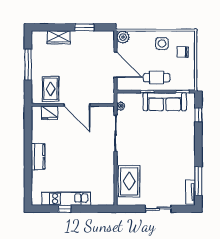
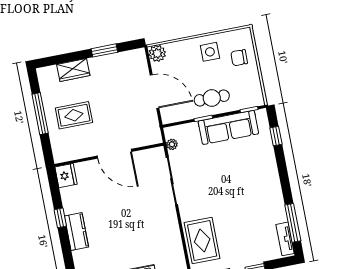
rug: (51, 89) -> (74, 115), moved, turned 90
fridge: (49, 113) -> (66, 176), moved, turned -90
window: (28, 144) -> (60, 218), added

